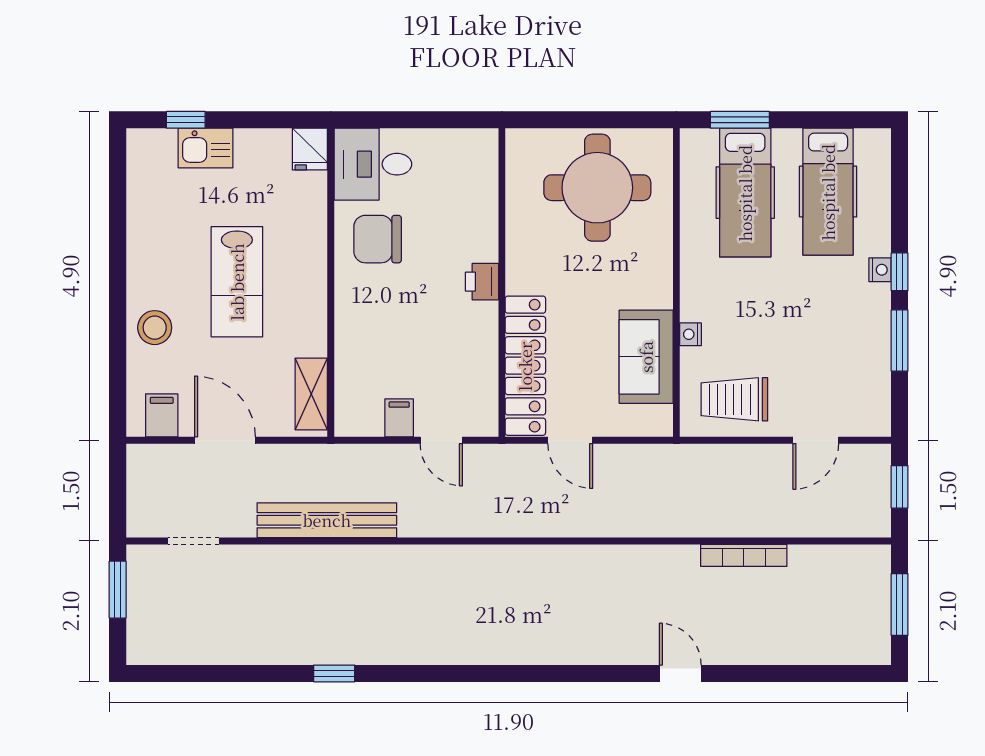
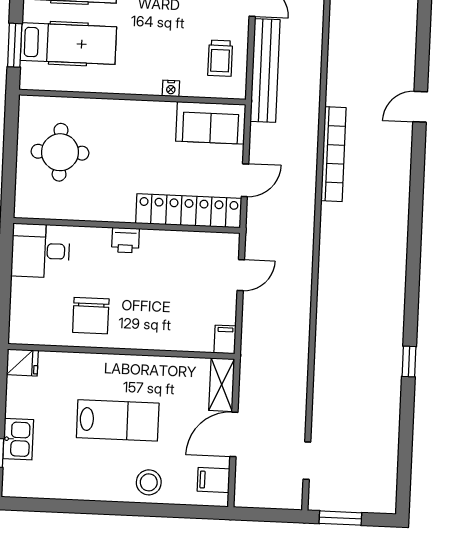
desk: (373, 164) -> (40, 251), moved, turned 90
round table: (597, 188) -> (60, 152), width x0.73, depth x0.73
sofa: (646, 357) -> (211, 123), moved
shelving: (311, 394) -> (222, 385), moved, turned 90
trolley: (734, 399) -> (220, 58), width x0.73, depth x0.72
filing cabinet: (399, 418) -> (225, 339), moved, turned 90
bench: (327, 520) -> (265, 71), moved
bookcase: (744, 555) -> (333, 154), moved, width x1.48, depth x1.31

